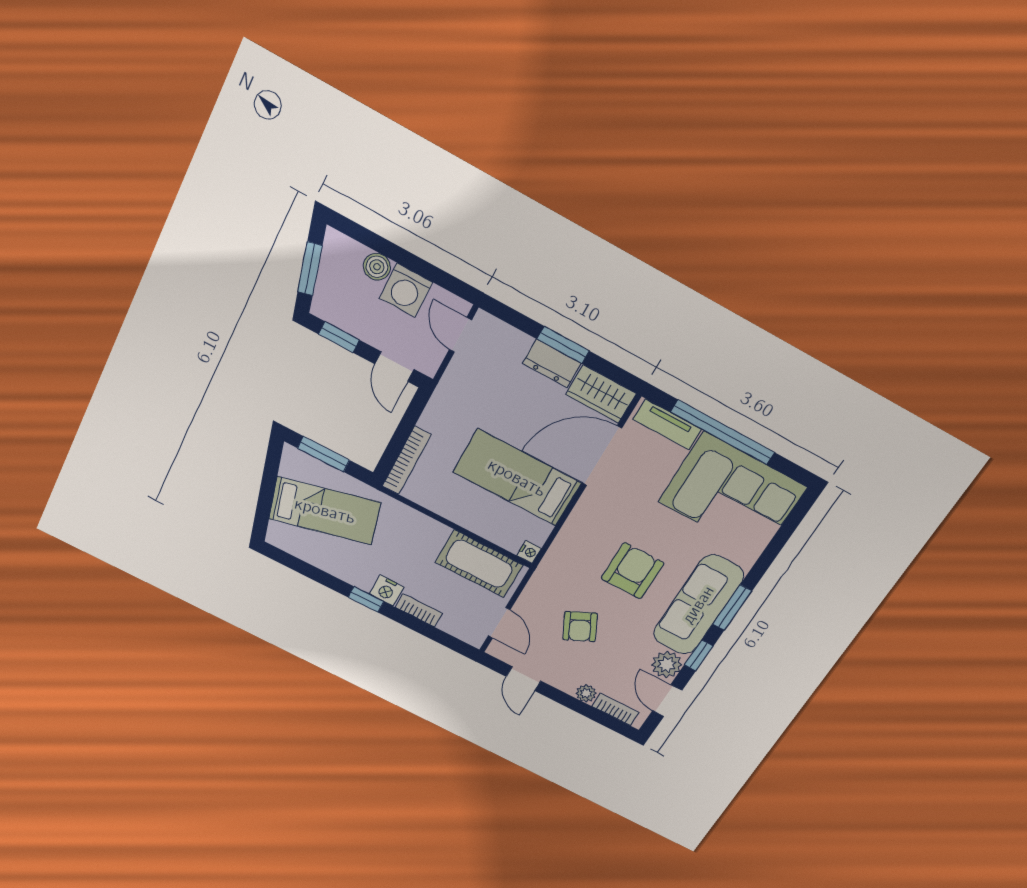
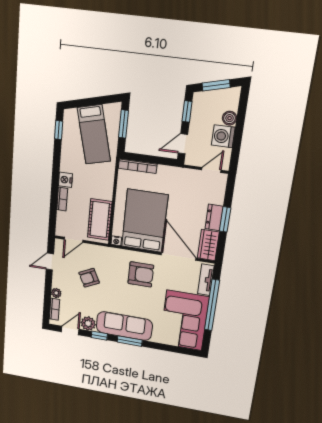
bed: (517, 478) -> (145, 221), width x1.50
armchair: (633, 571) -> (141, 274), moved
window: (366, 599) -> (59, 130), moved

